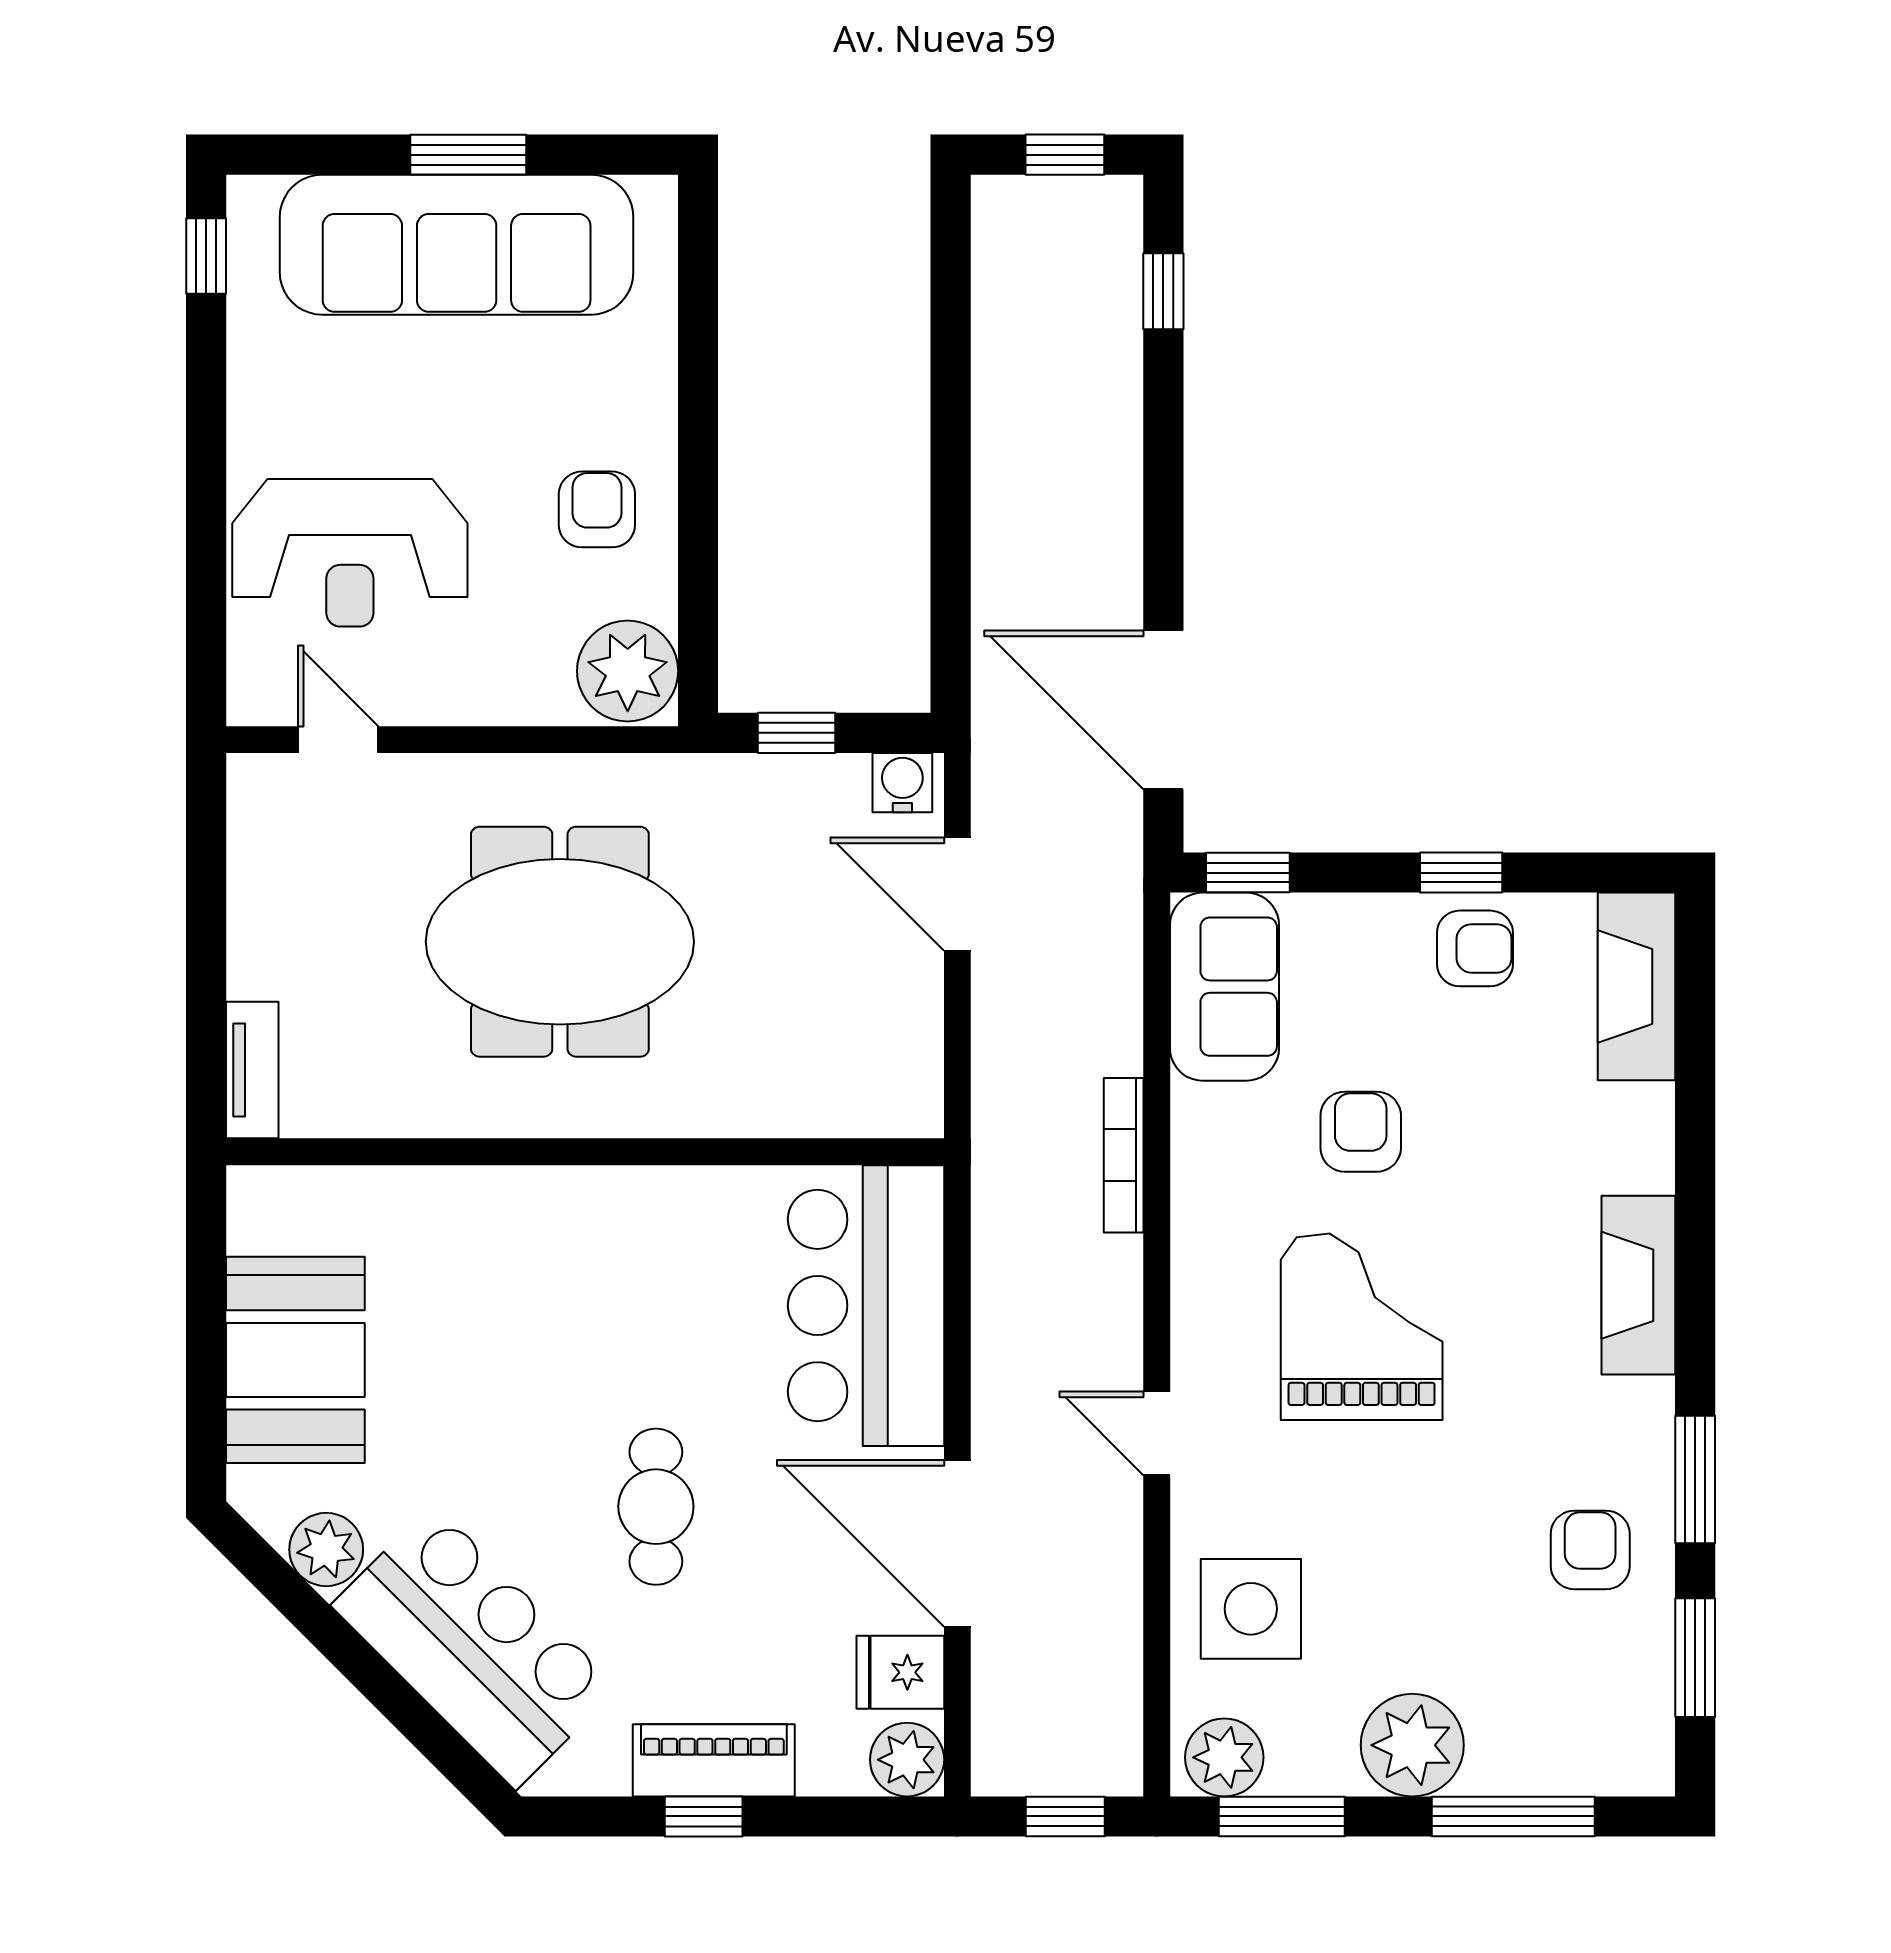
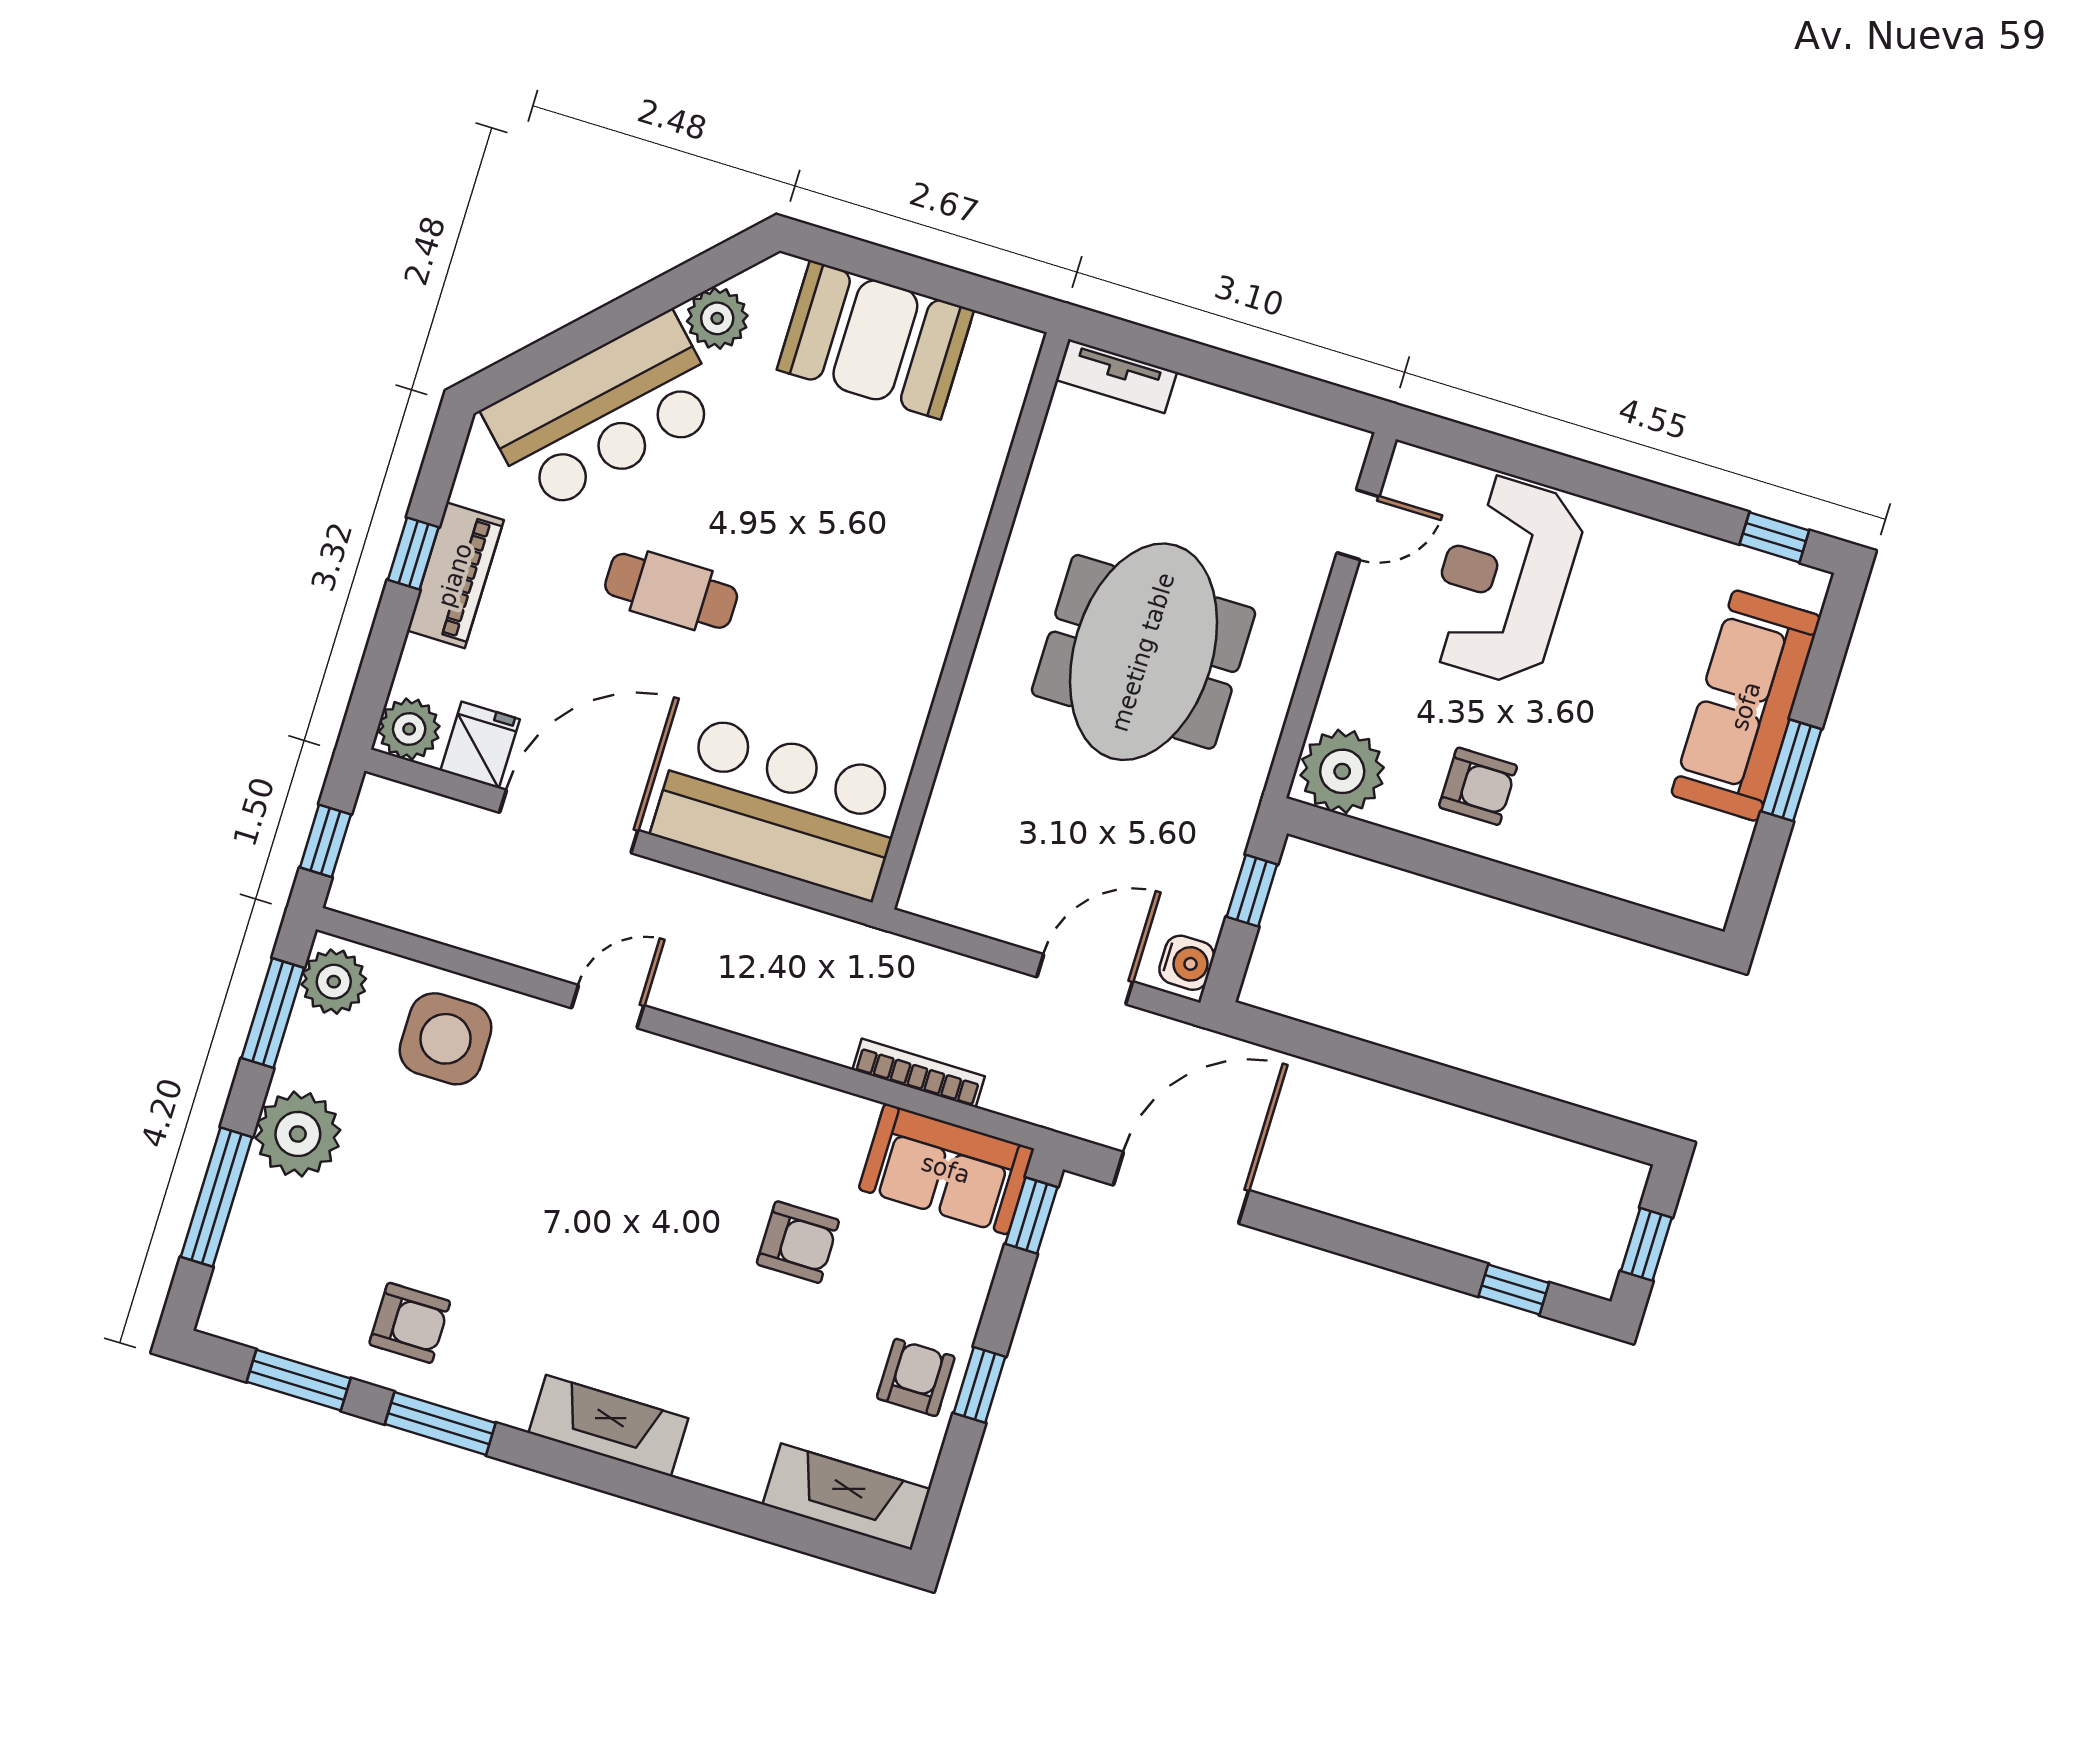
sofa: (457, 245) -> (1746, 706), width x0.74, depth x0.79
armchair: (1475, 948) -> (916, 1377), turned 180
bookcase: (1124, 1155) -> (919, 1073), moved
grand piano: (1362, 1327) -> (643, 1195), removed

